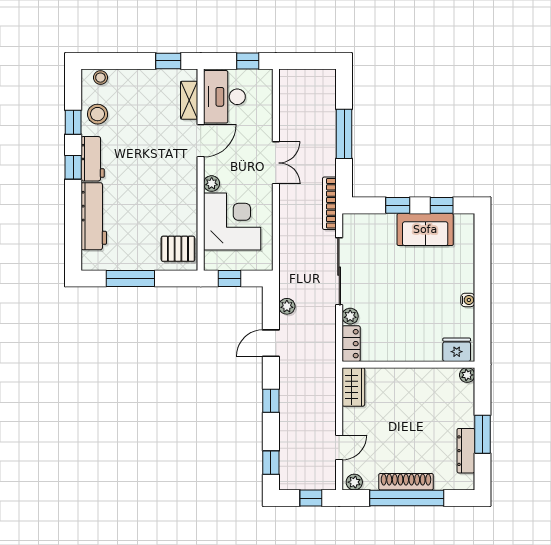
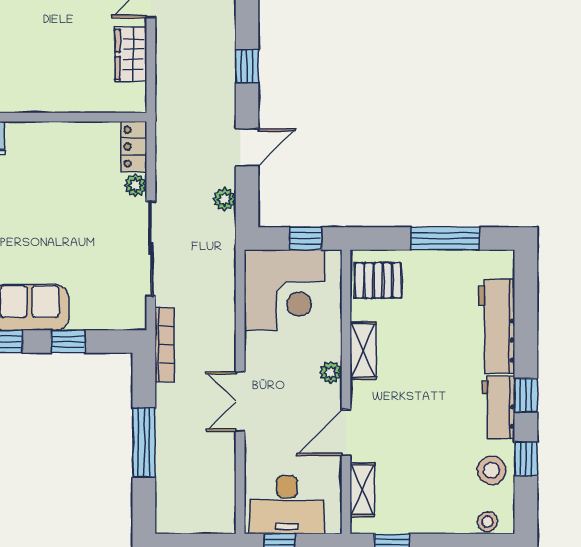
desk: (224, 97) -> (287, 505), moved, turned 90
shelving: (189, 199) -> (363, 350), added
corner desk: (232, 221) -> (284, 290), moved, turned -90
wardrobe: (353, 387) -> (131, 54), moved

